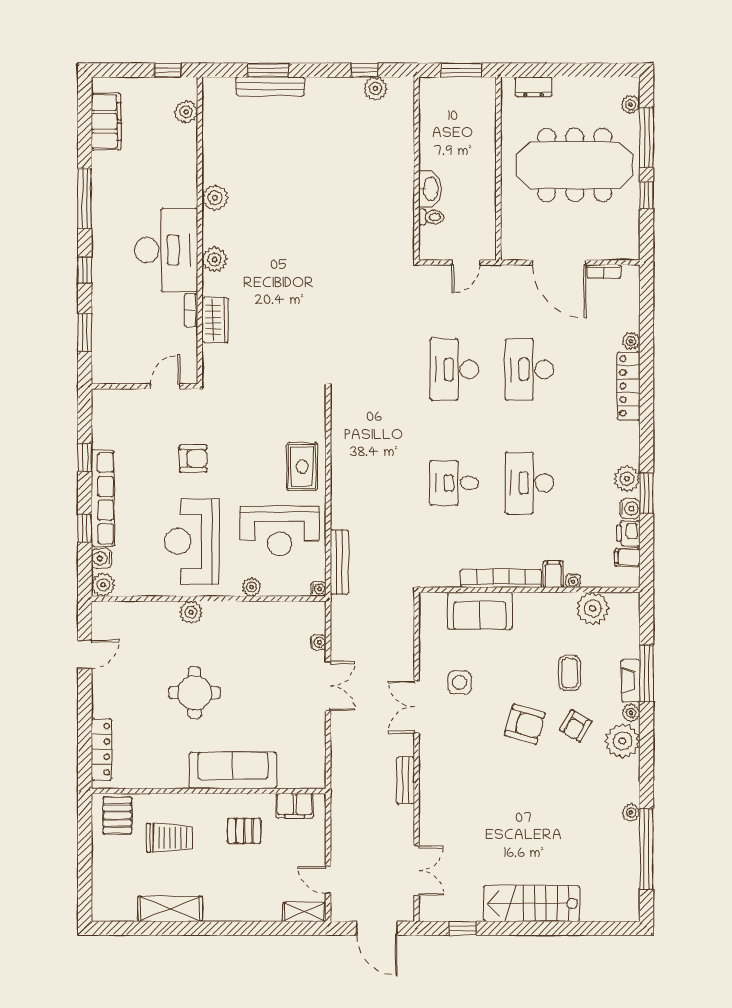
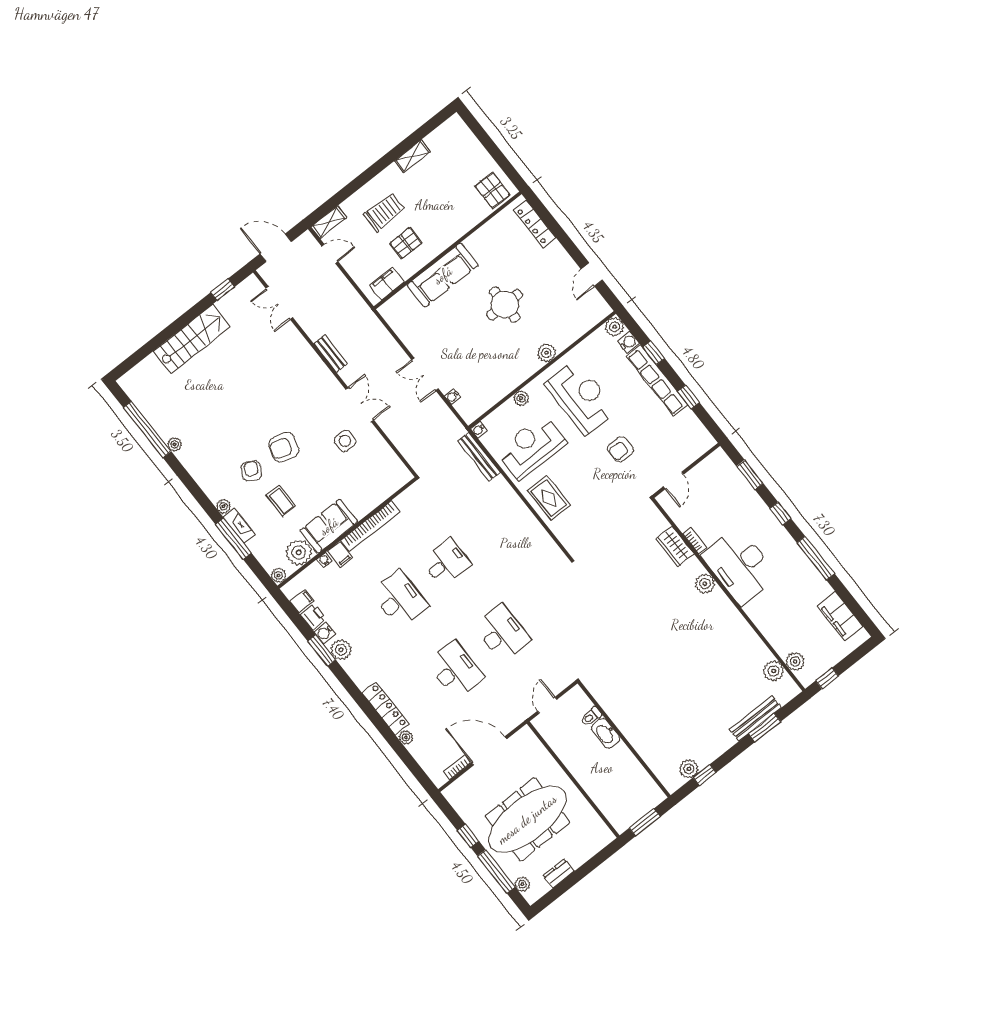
dresser: (534, 87) -> (559, 873), moved
plant: (215, 198) -> (773, 671), moved
sofa: (480, 611) -> (329, 526), moved
plant: (622, 741) -> (278, 575), moved, width x0.53, depth x0.53
trolley: (170, 838) -> (384, 212), moved, turned 180
shelving: (170, 909) -> (412, 156), width x0.67, depth x0.75

